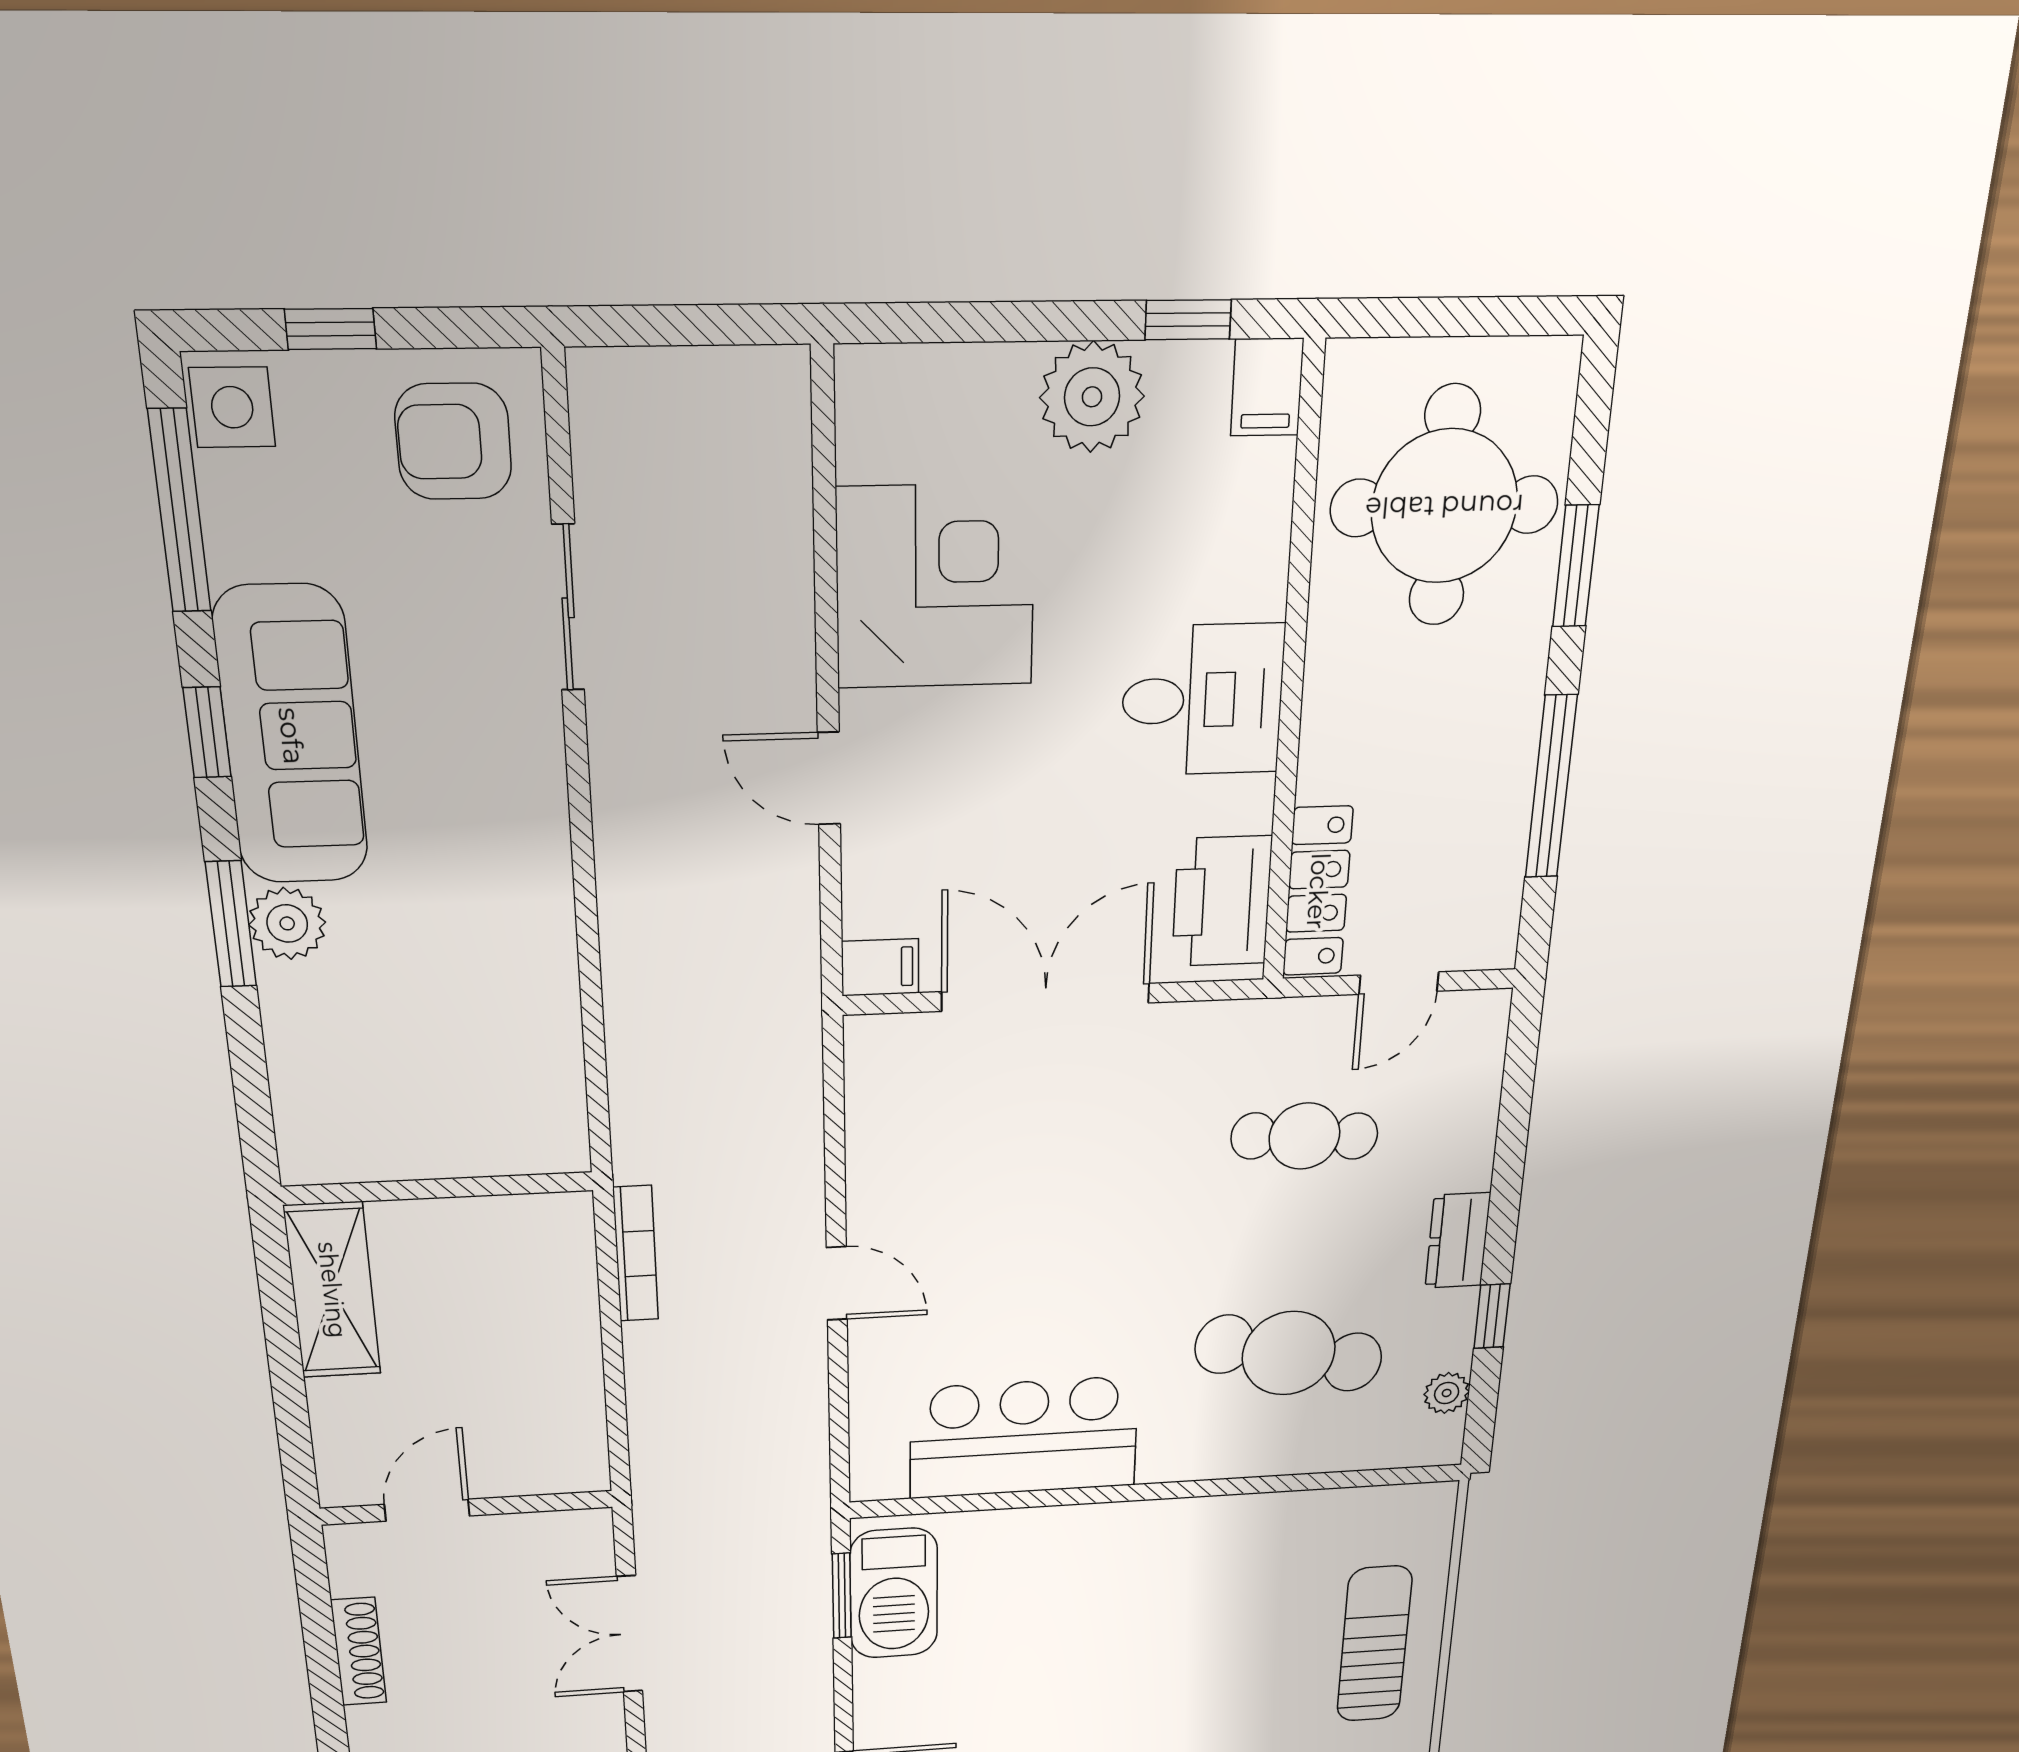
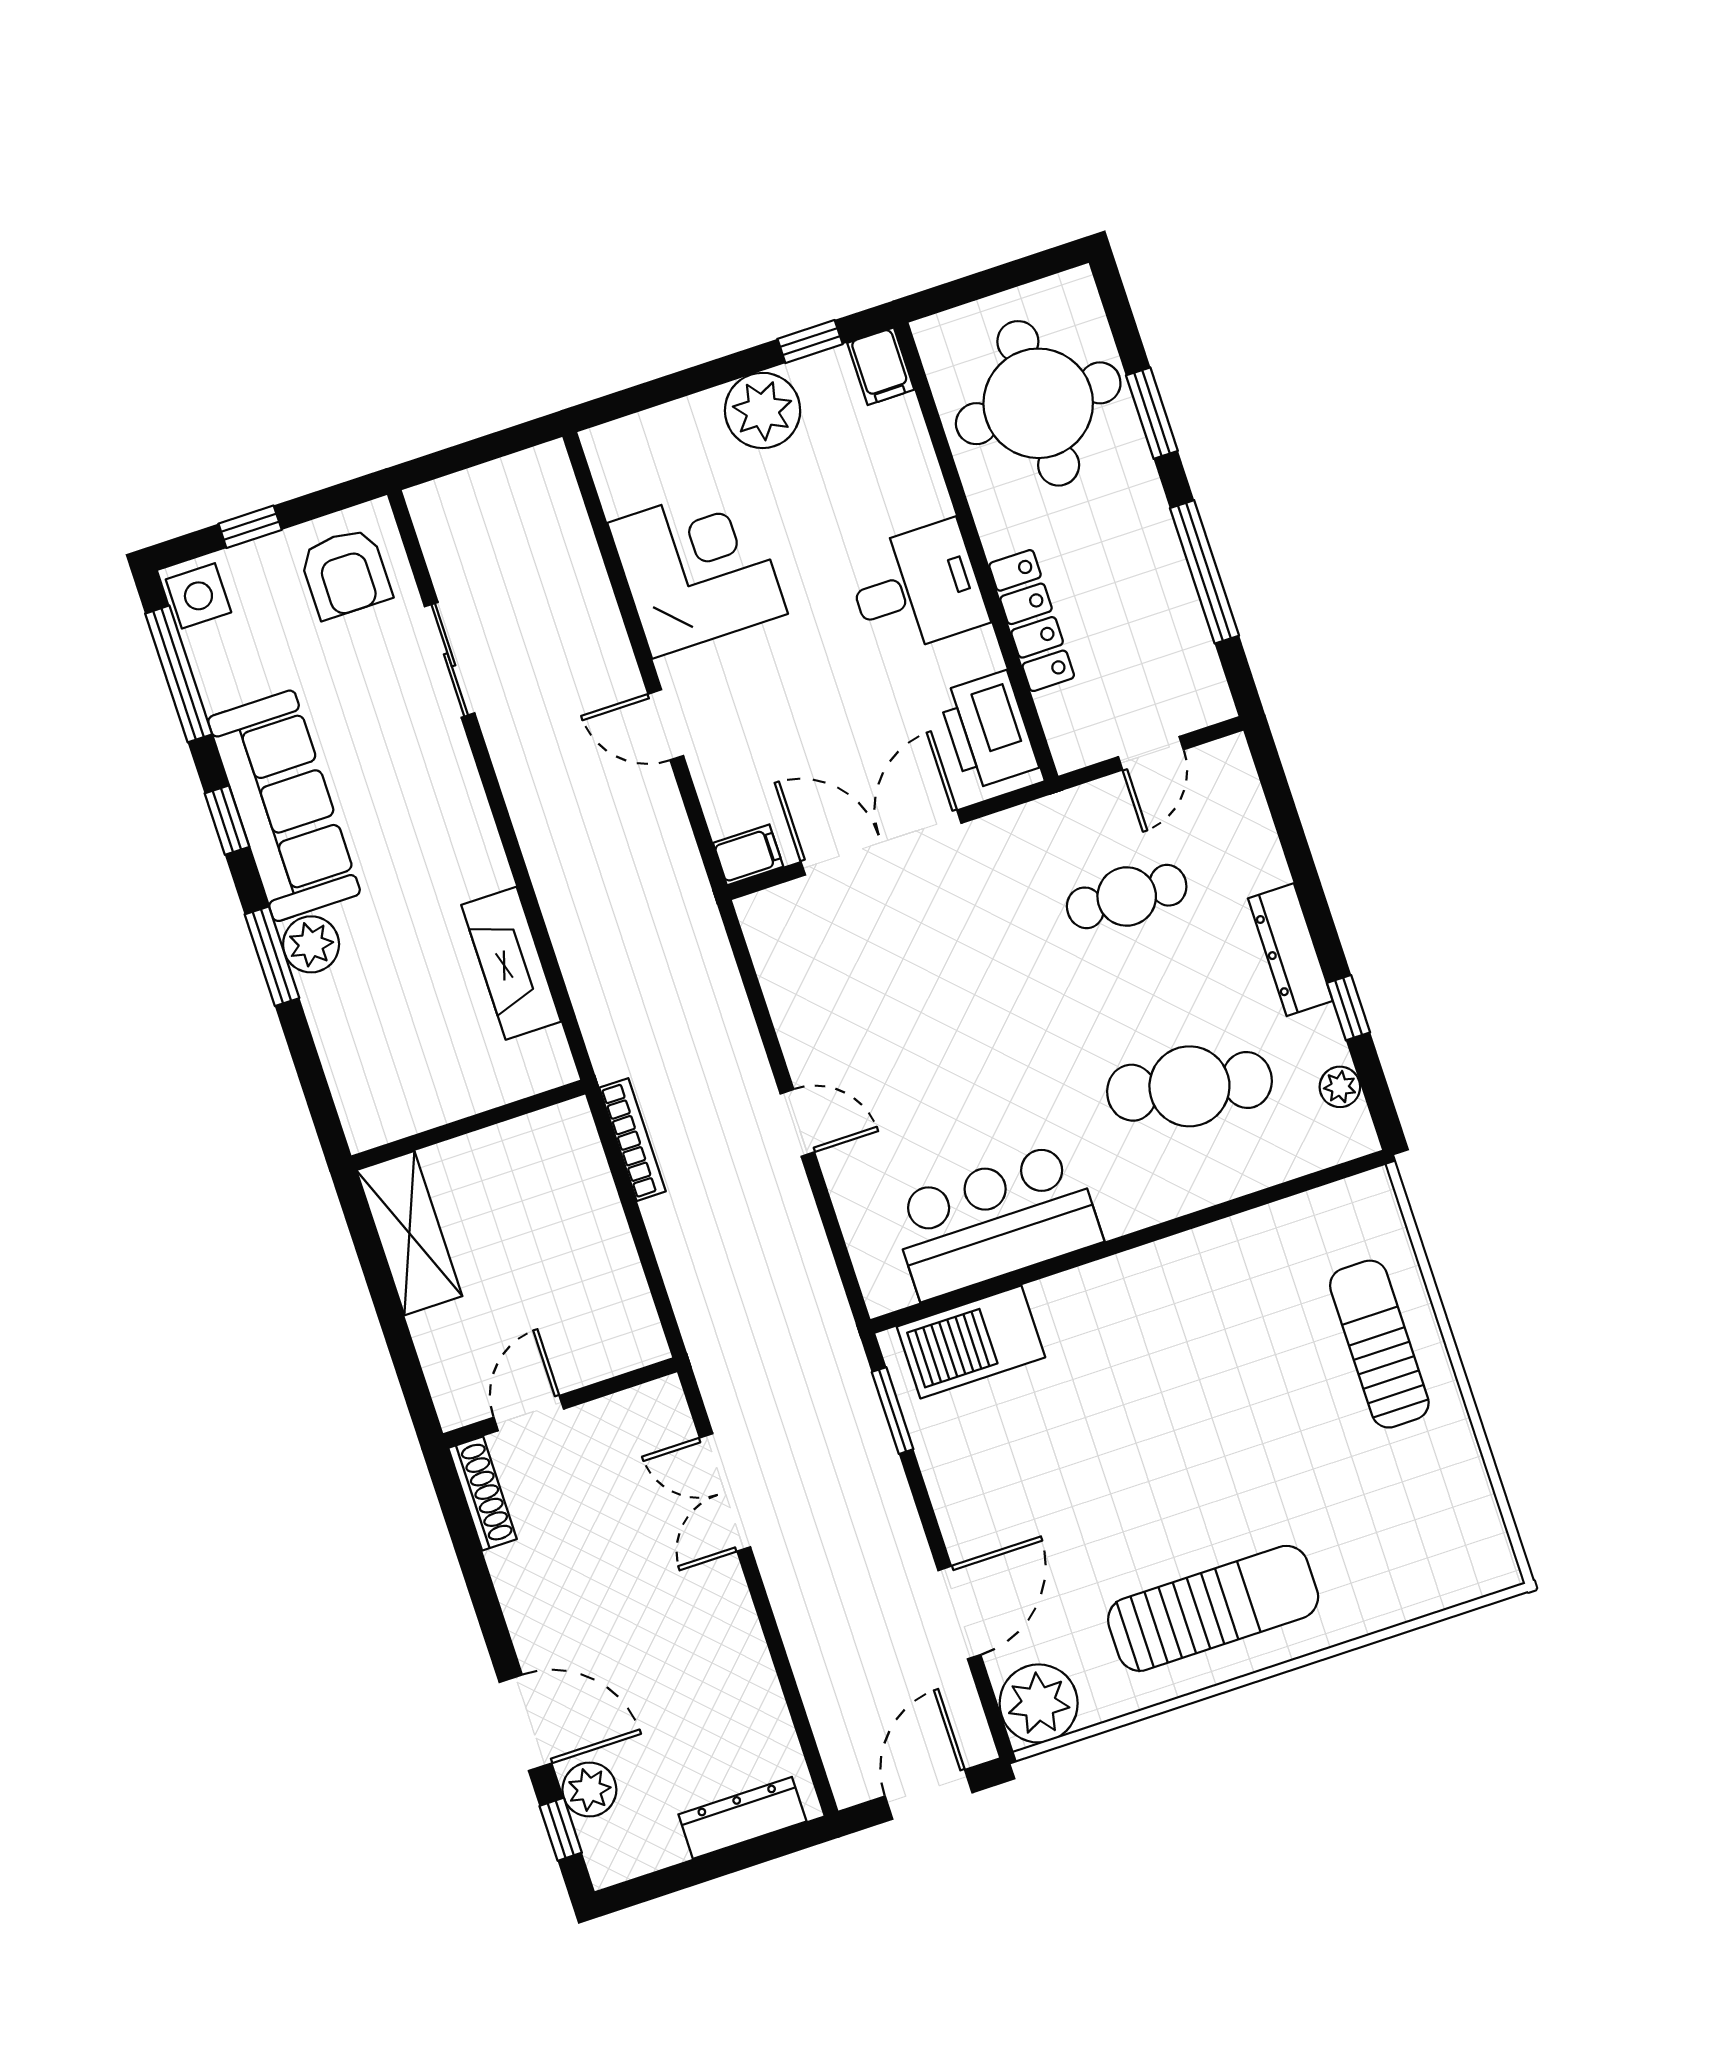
armchair: (453, 442) -> (345, 573), turned -90
locker: (1318, 891) -> (1032, 621), moved
fireplace: (544, 1016) -> (511, 963), added
dresser: (1458, 1241) -> (1290, 950), width x1.44
barbecue: (894, 1593) -> (971, 1342), moved, turned 90
shoe rack: (359, 1651) -> (483, 1493), moved

